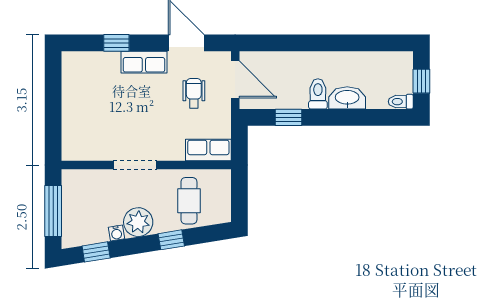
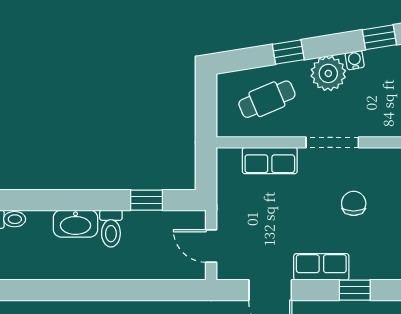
door: (235, 79) -> (211, 246), width x0.73
wheelchair: (194, 93) -> (261, 229), removed
chair: (117, 115) -> (354, 203), added
row of seats: (208, 150) -> (270, 161), moved
cafe table: (189, 201) -> (267, 99), turned 67

